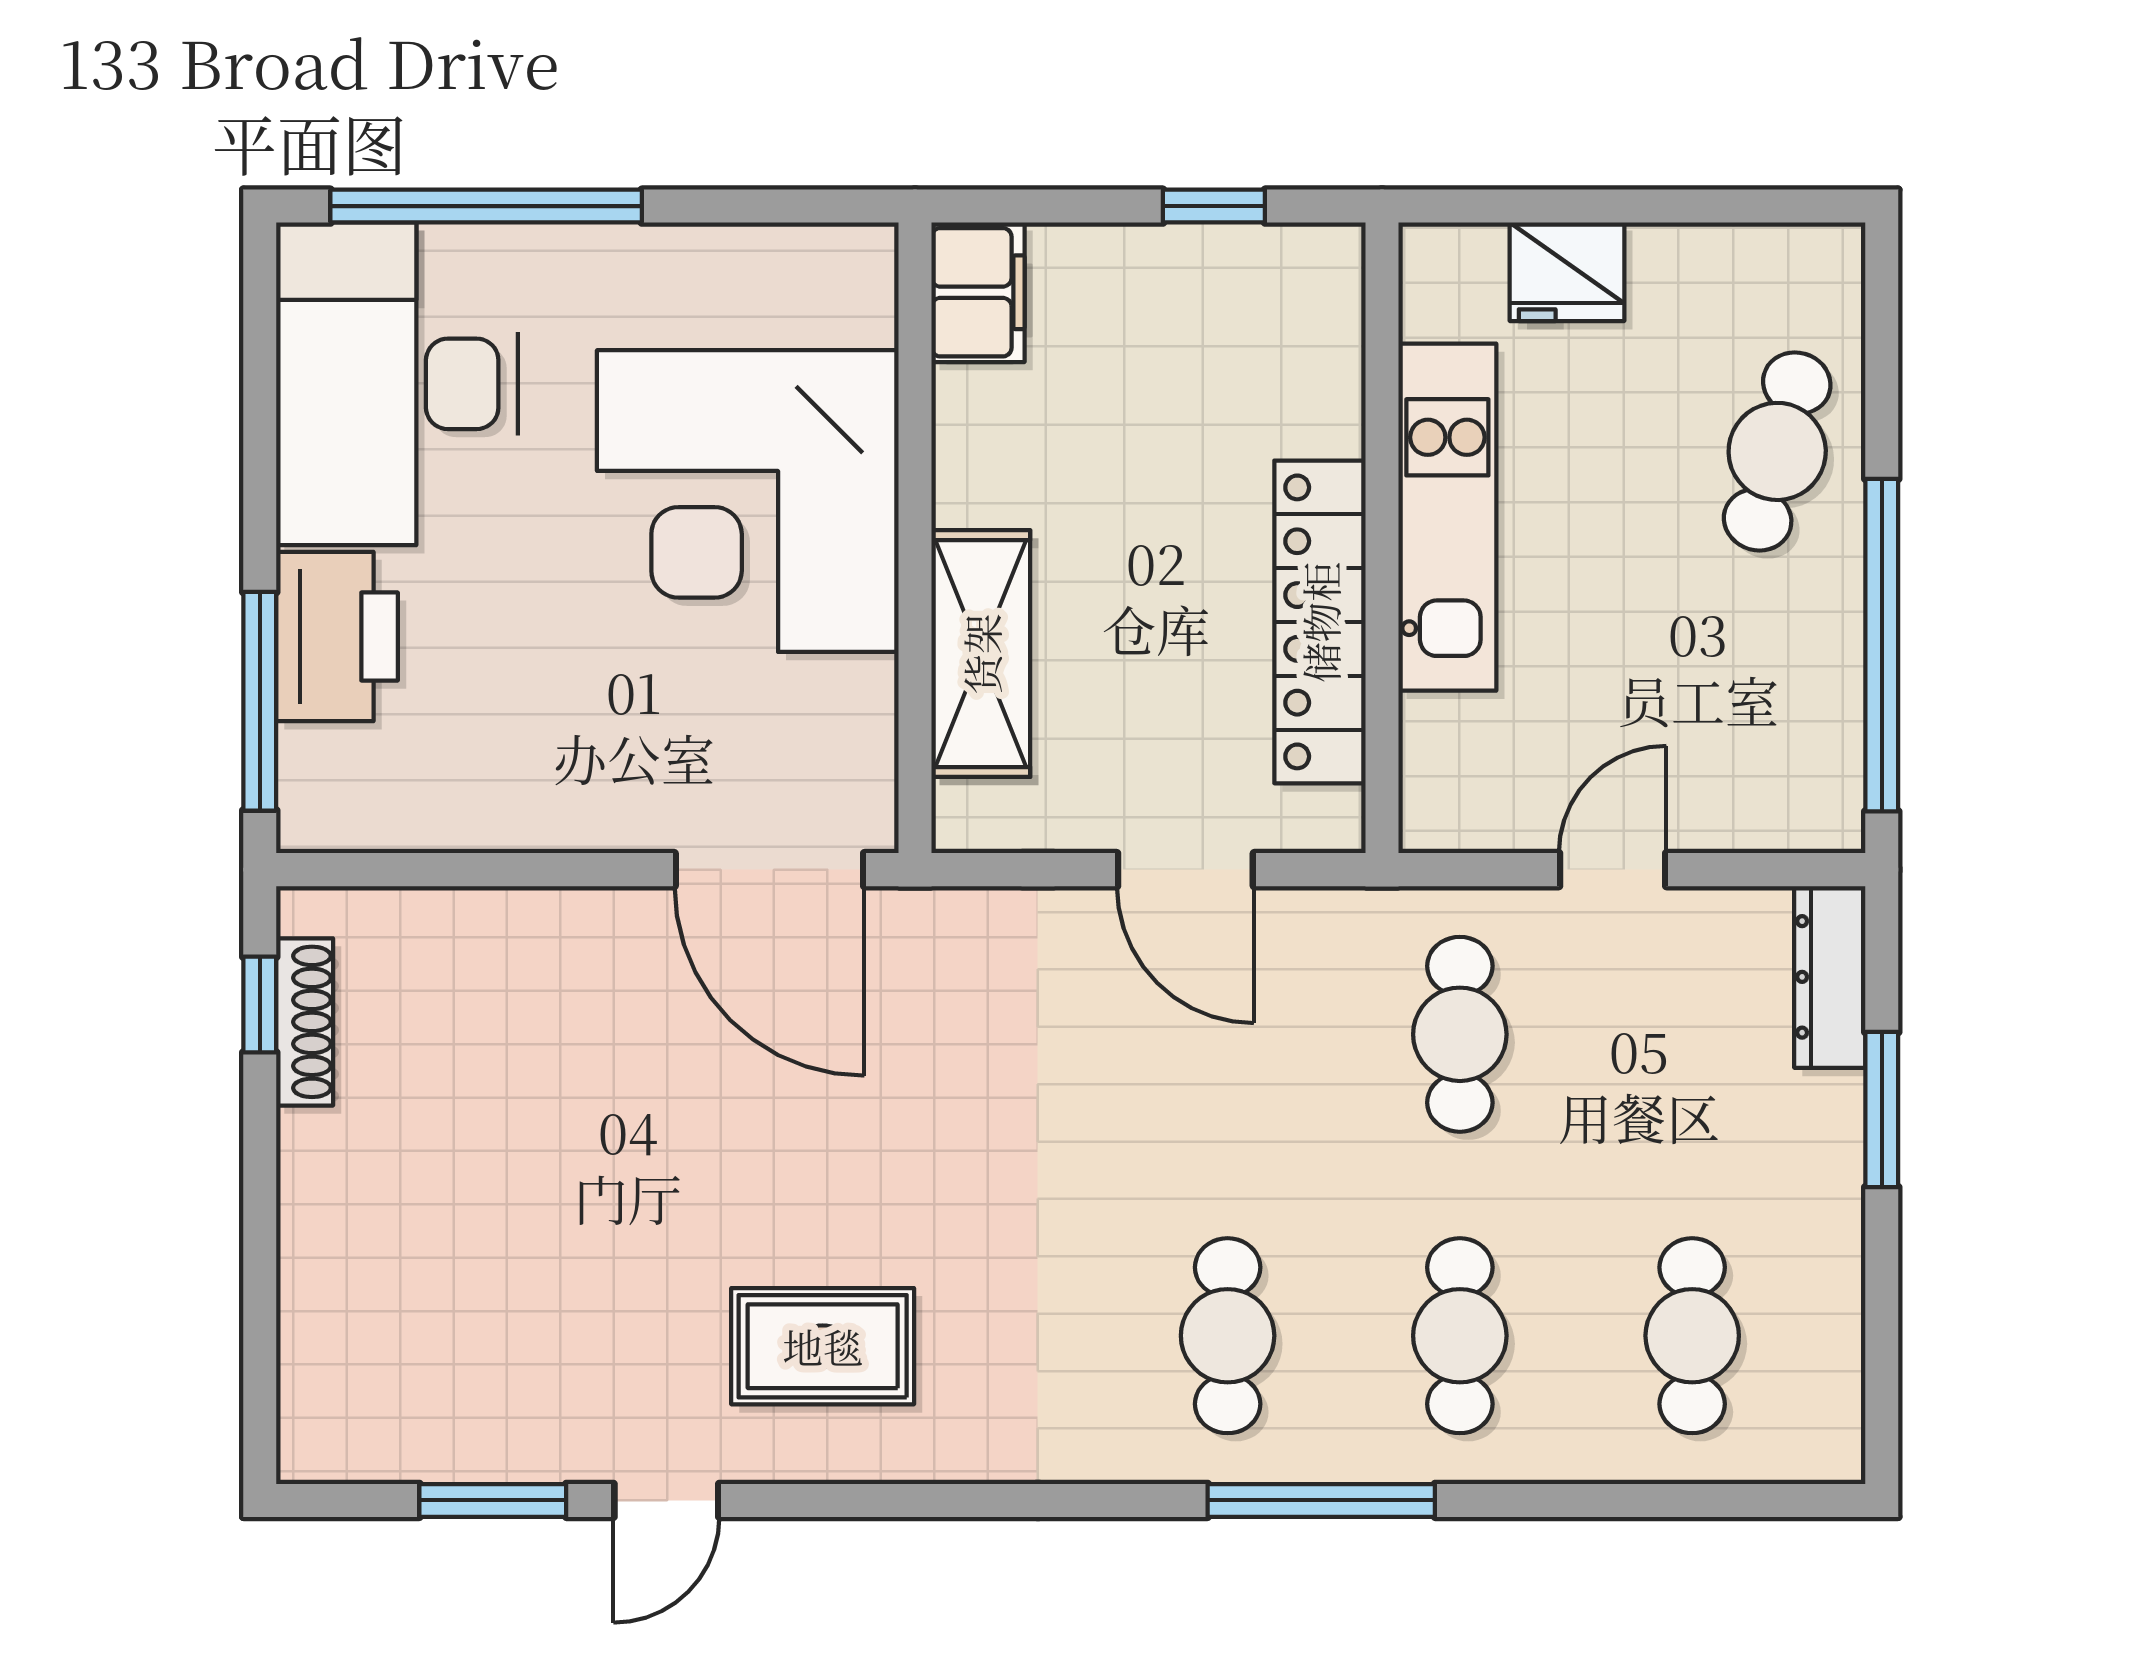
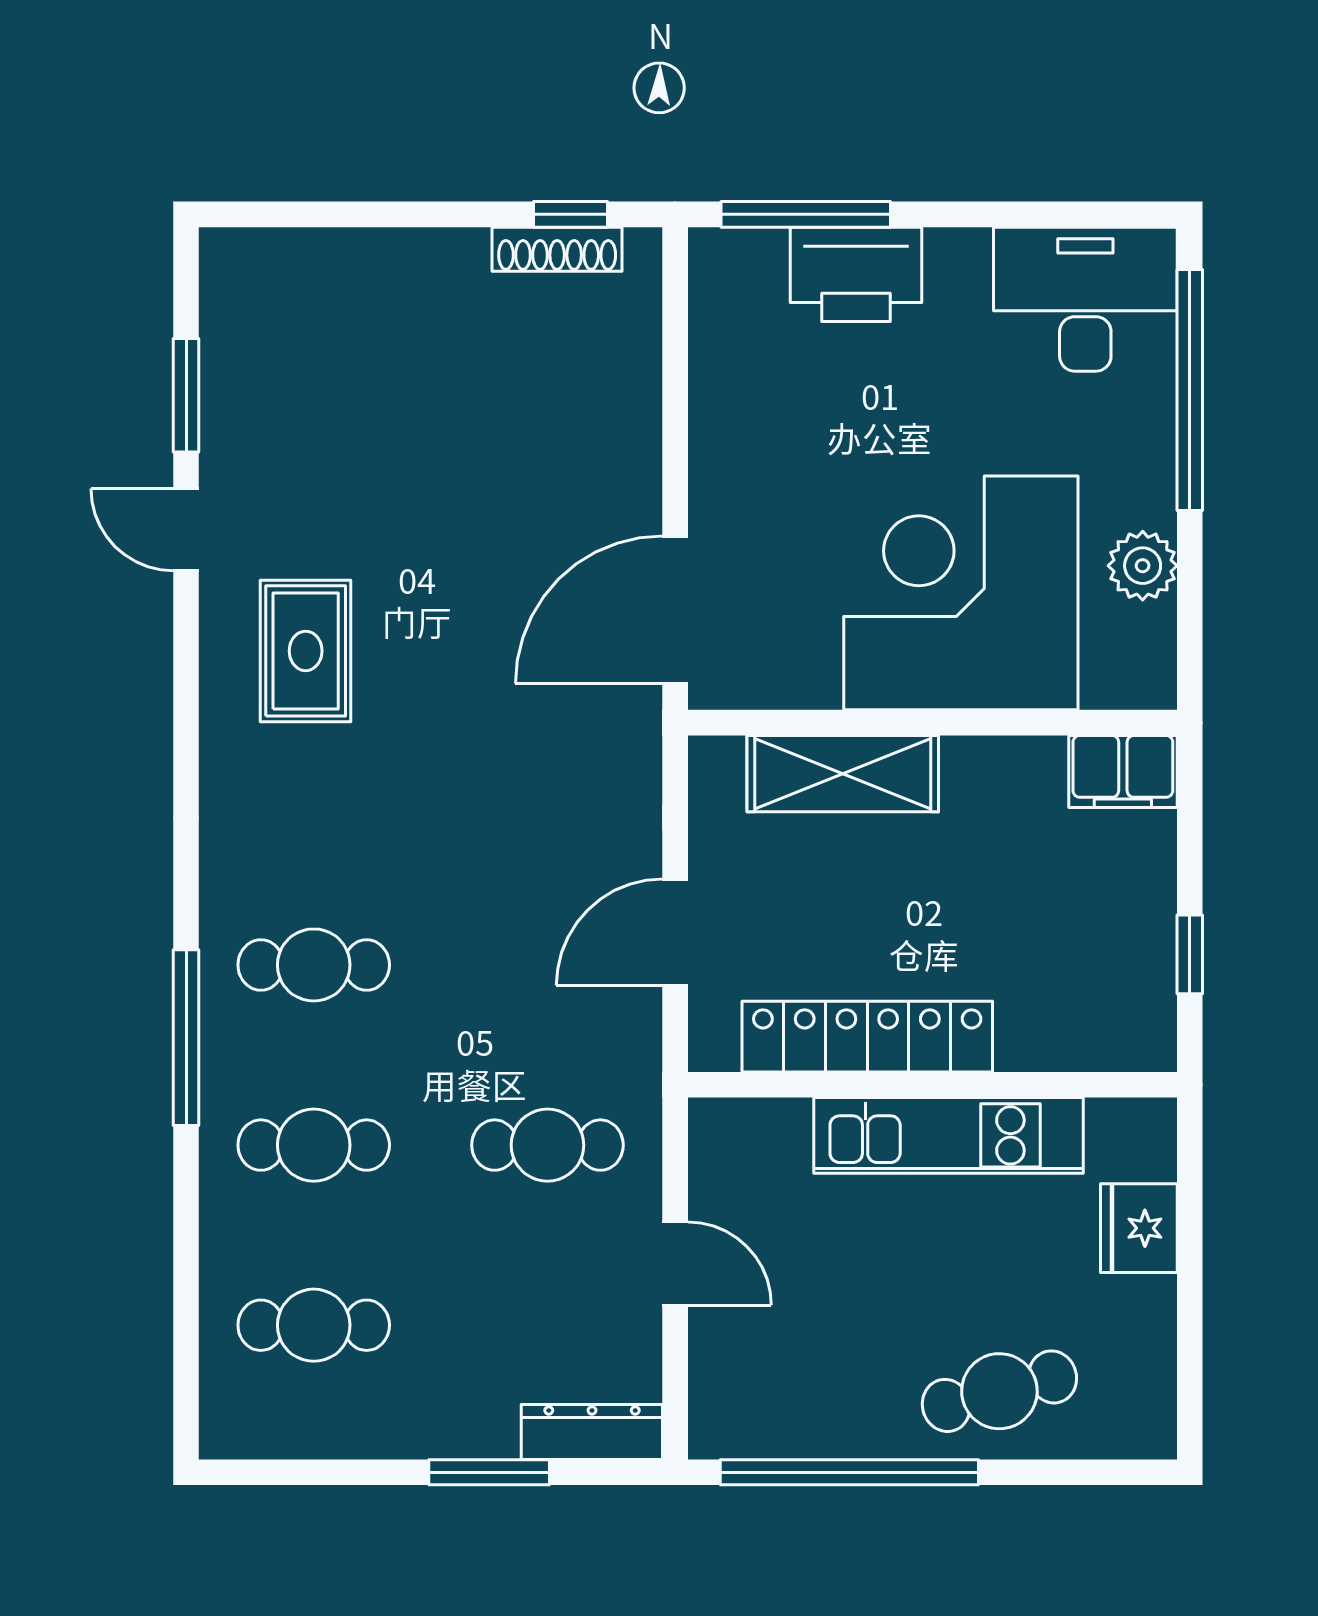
plant: (713, 267) -> (1143, 566), added
desk: (397, 384) -> (1085, 299), width x0.73, depth x0.77
cafe table: (1777, 451) -> (999, 1391), turned -31

